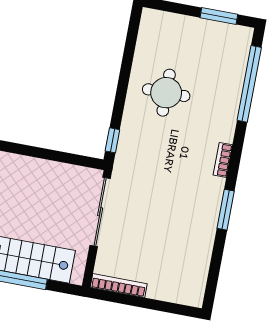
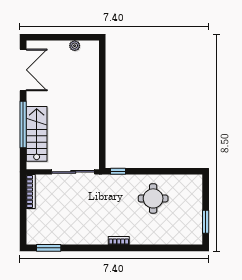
window: (249, 84) -> (168, 248), removed
window: (226, 210) -> (49, 248), moved

